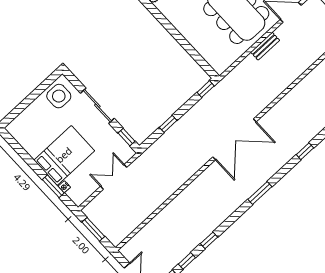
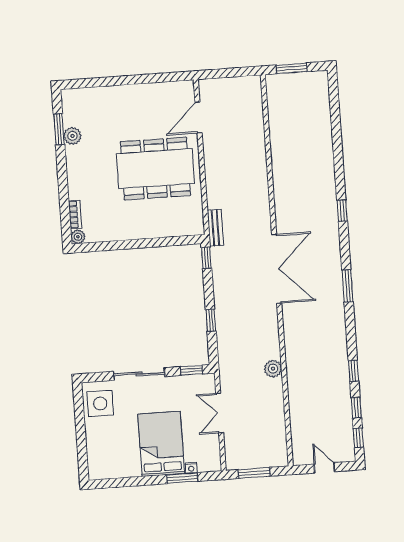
bench: (265, 46) -> (215, 228), moved
plant: (169, 188) -> (273, 369), added

